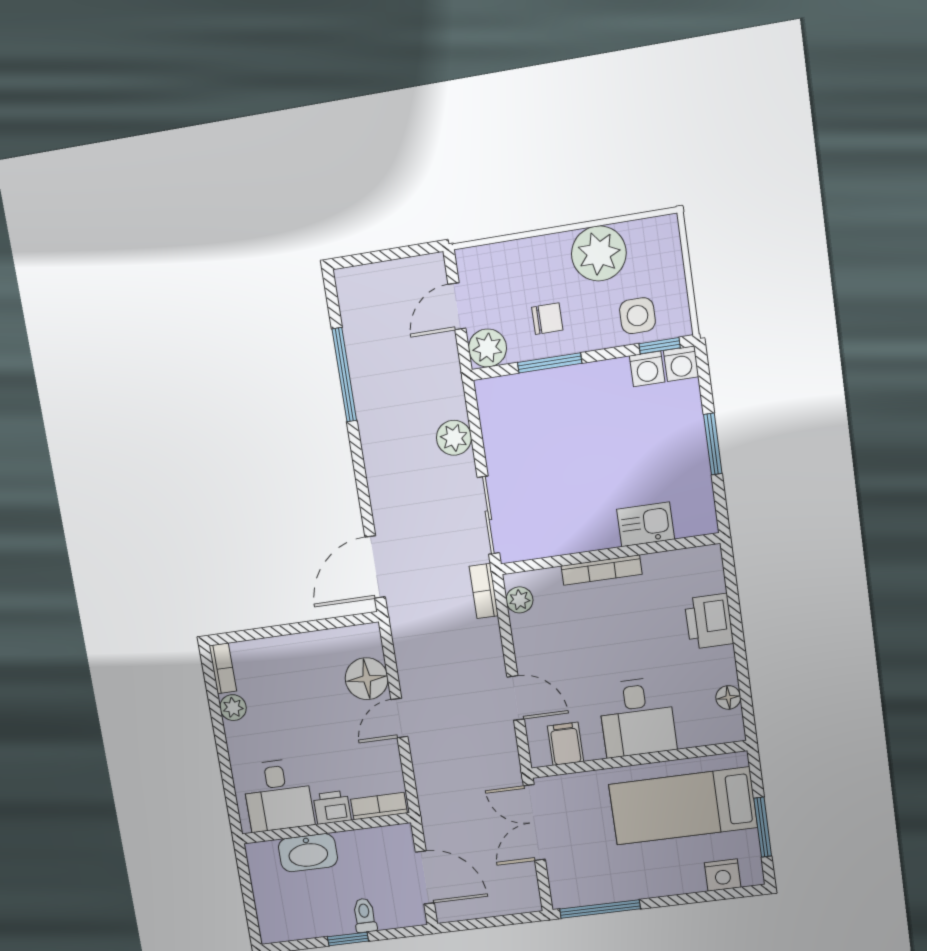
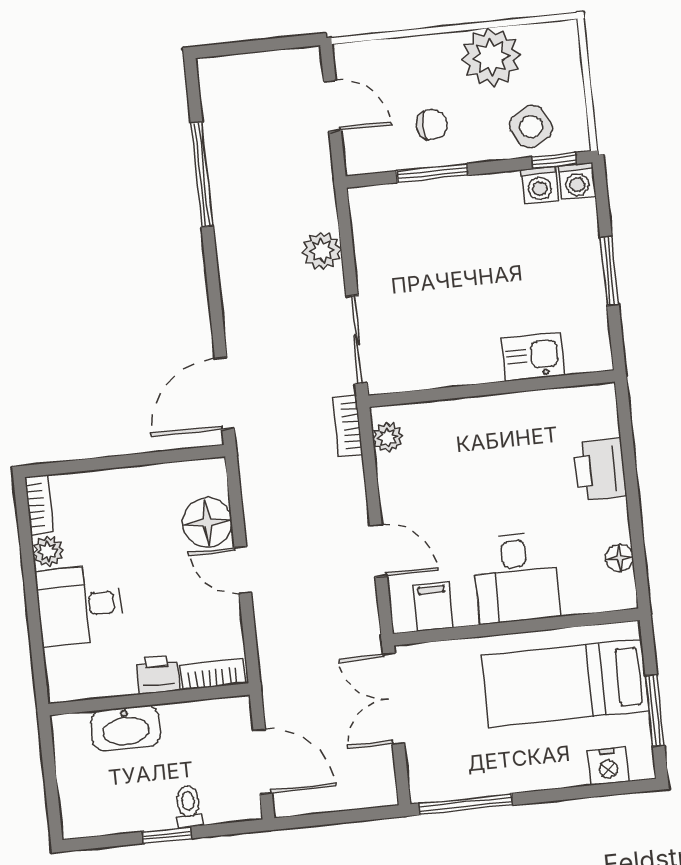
door: (457, 306) -> (332, 106), swing flipped
side table: (637, 316) -> (531, 127), turned -30
plant: (488, 348) -> (364, 153), removed
bookcase: (602, 570) -> (482, 407), removed
door: (399, 718) -> (243, 570), hinge flipped
desk: (278, 795) -> (79, 605), moved, turned 90

